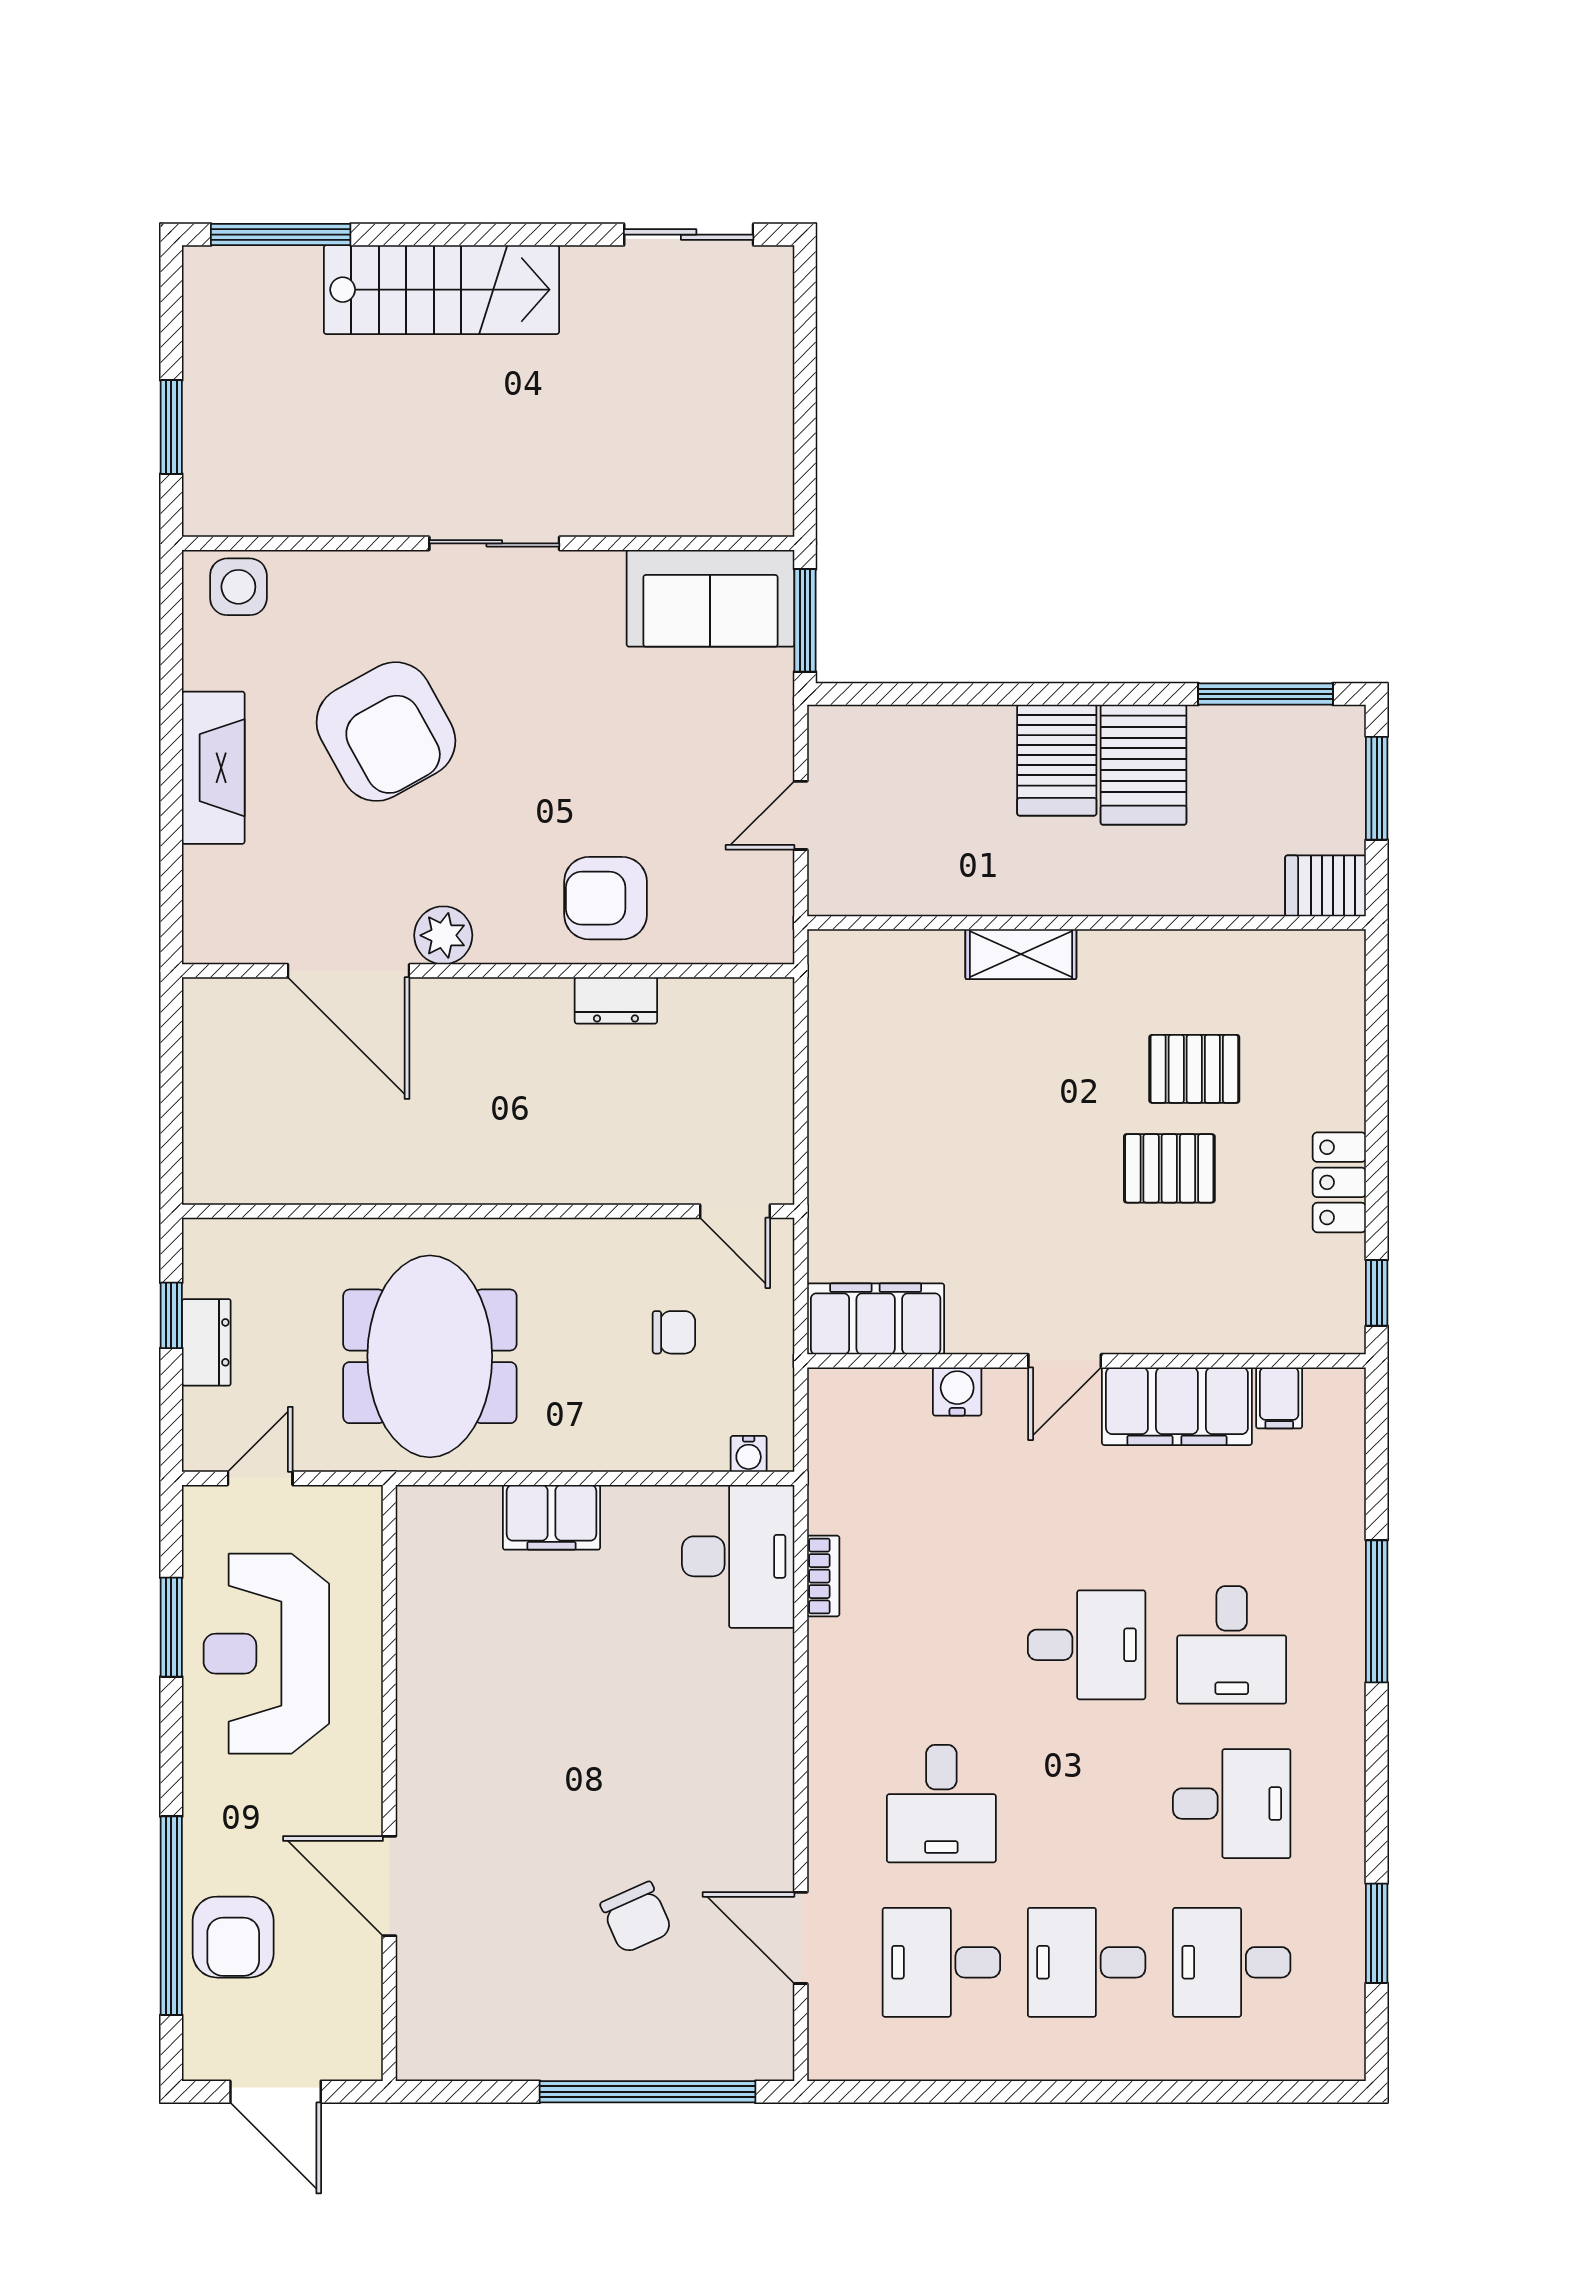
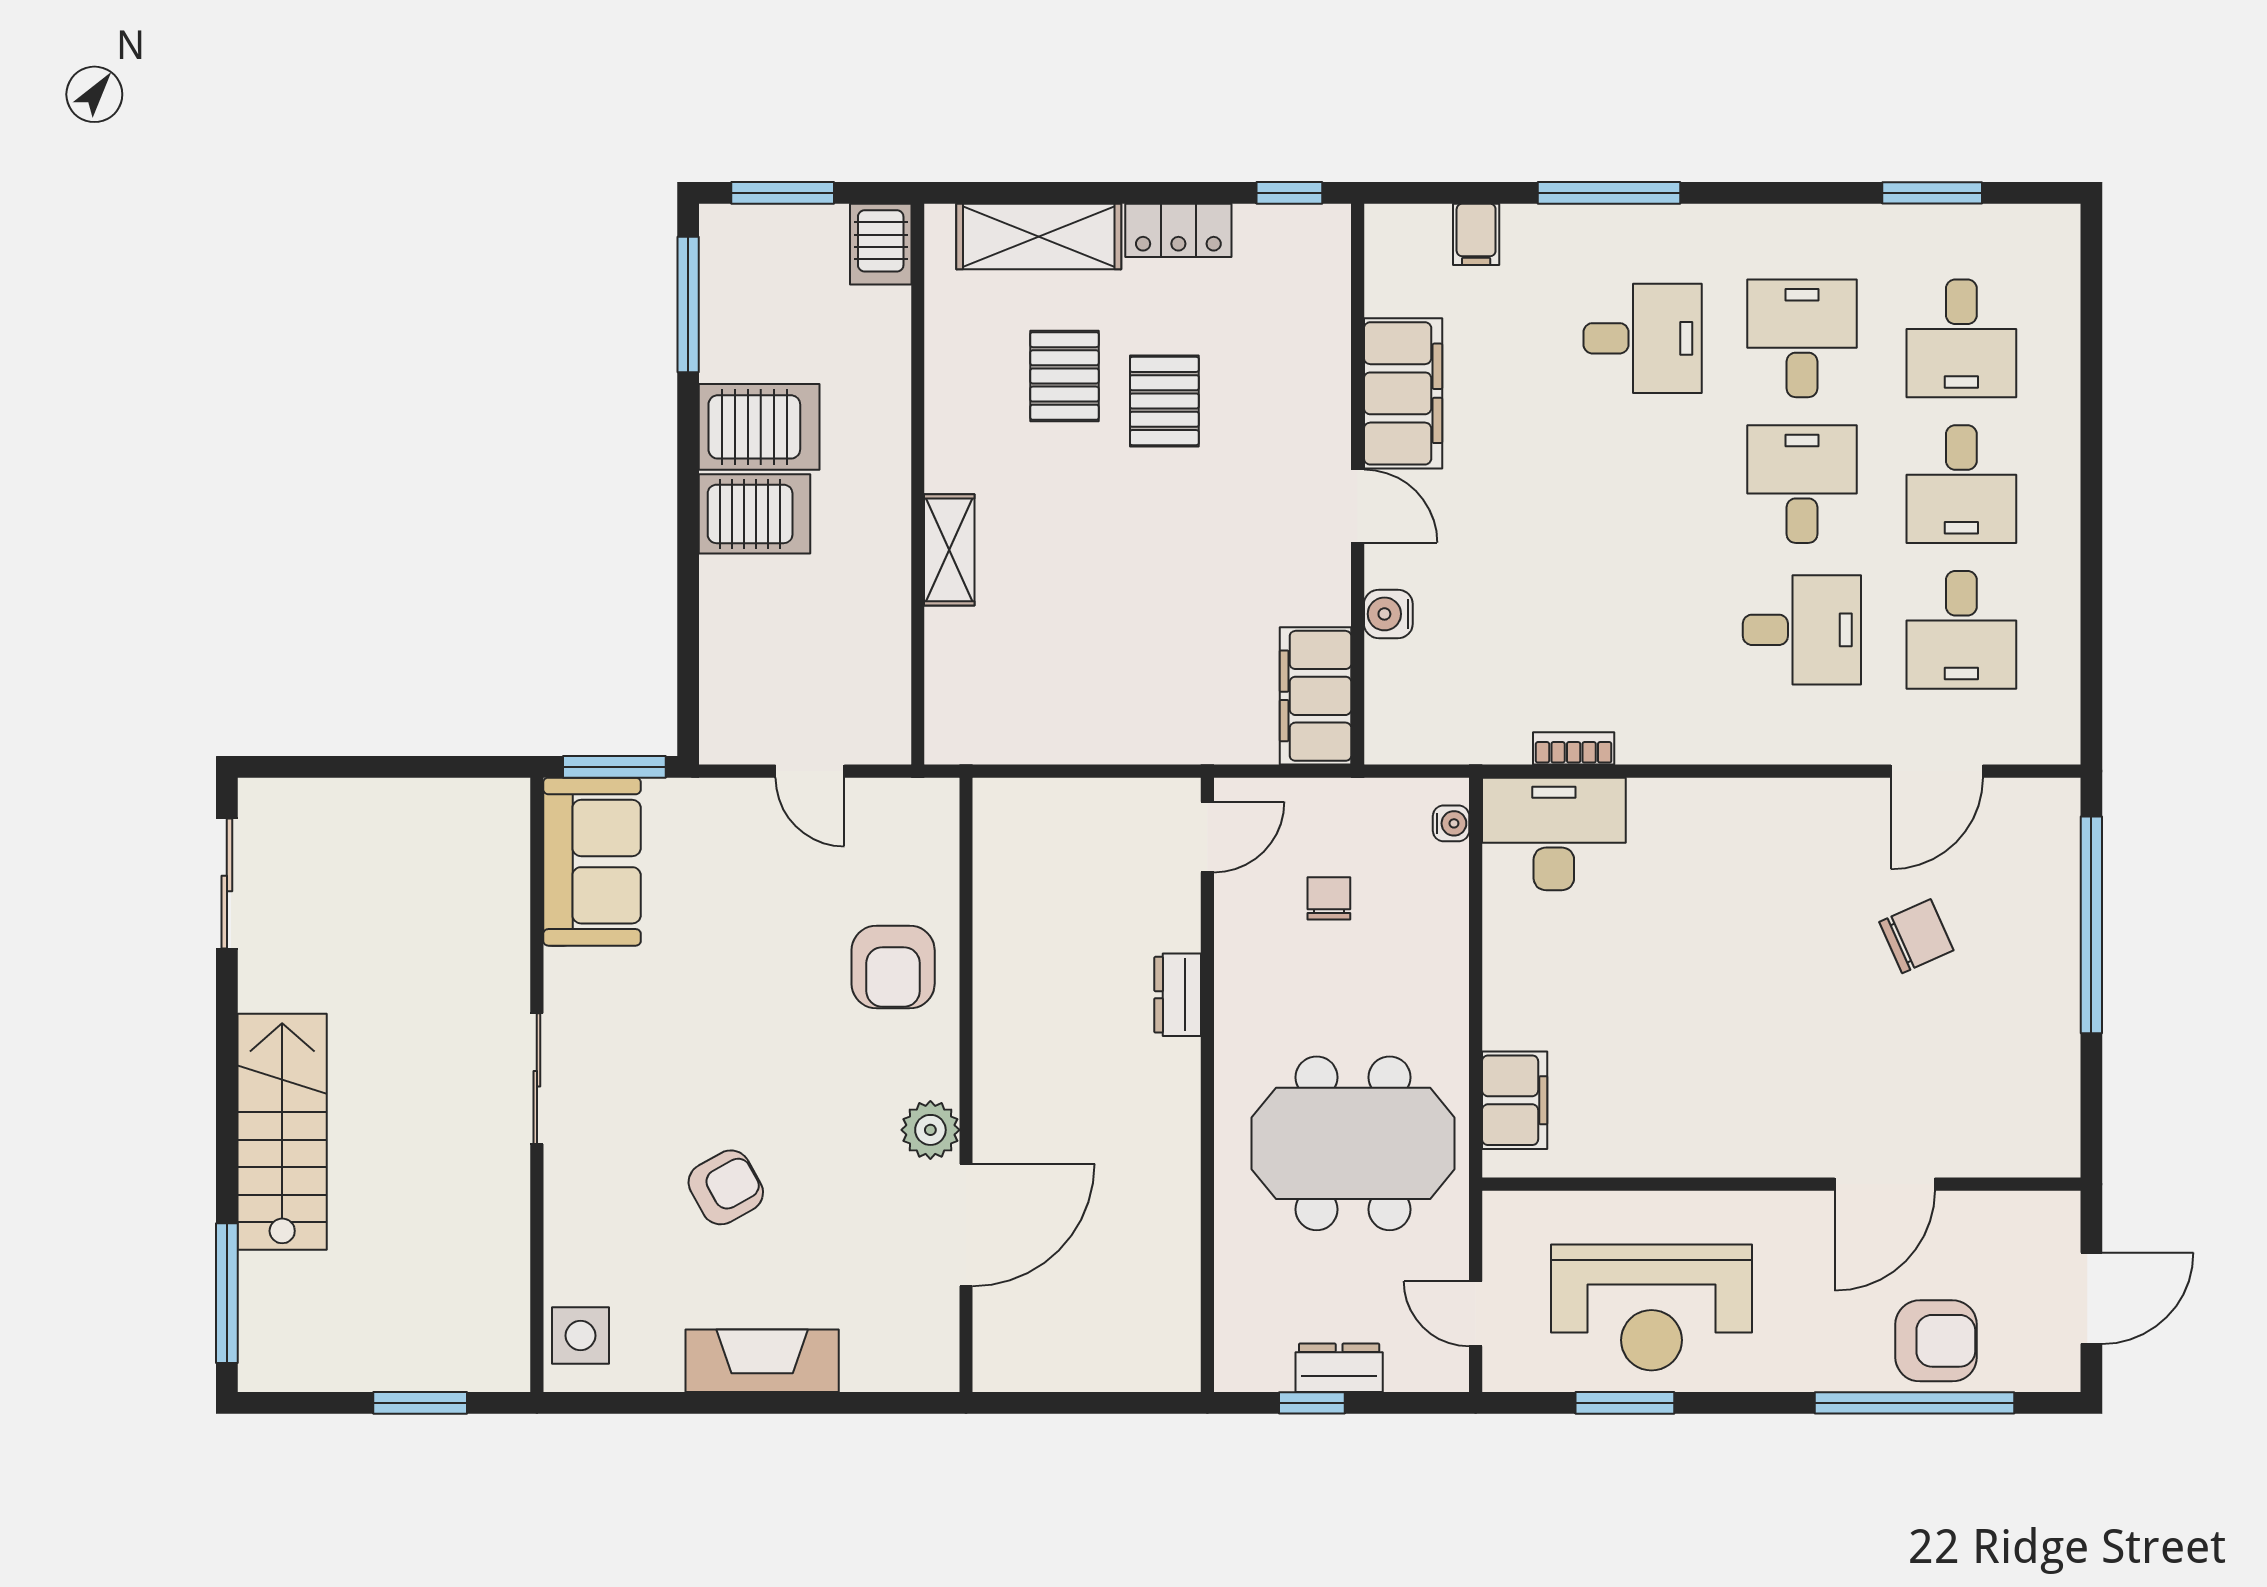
armchair: (386, 732) -> (726, 1187), width x0.53, depth x0.53
dresser: (616, 1000) -> (1178, 995), moved, turned 180
shelving: (1333, 1043) -> (1039, 237), added
filing cabinet: (1279, 1398) -> (1476, 234), moved, turned 90
filing cabinet: (552, 1517) -> (1515, 1100), moved
desk: (1087, 1645) -> (1802, 484), moved

